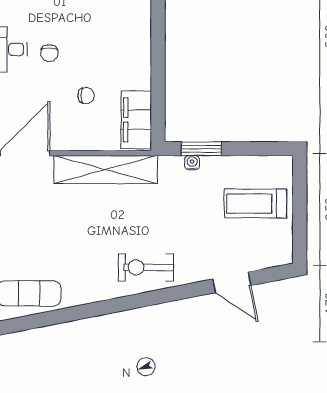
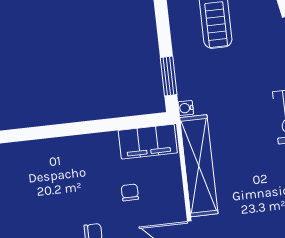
water cooler: (192, 163) -> (186, 108), moved

